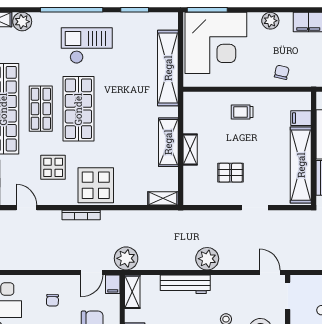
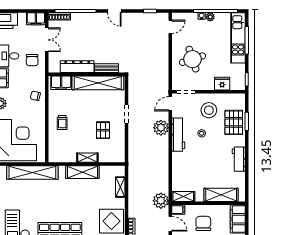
filing cabinet: (301, 118) -> (61, 83), width x2.00
shelving: (163, 198) -> (120, 187), moved
plant: (207, 259) -> (161, 128), moved
workbench: (185, 284) -> (178, 135), moved

